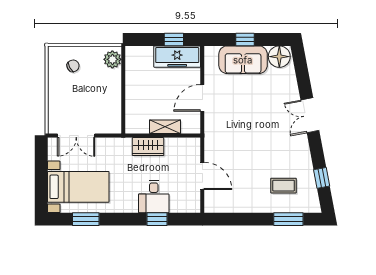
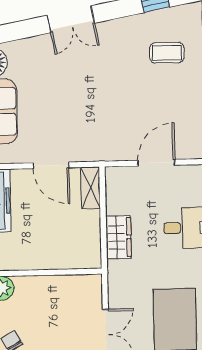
shelving: (165, 127) -> (90, 188), moved
coffee table: (284, 186) -> (167, 53), turned 90

